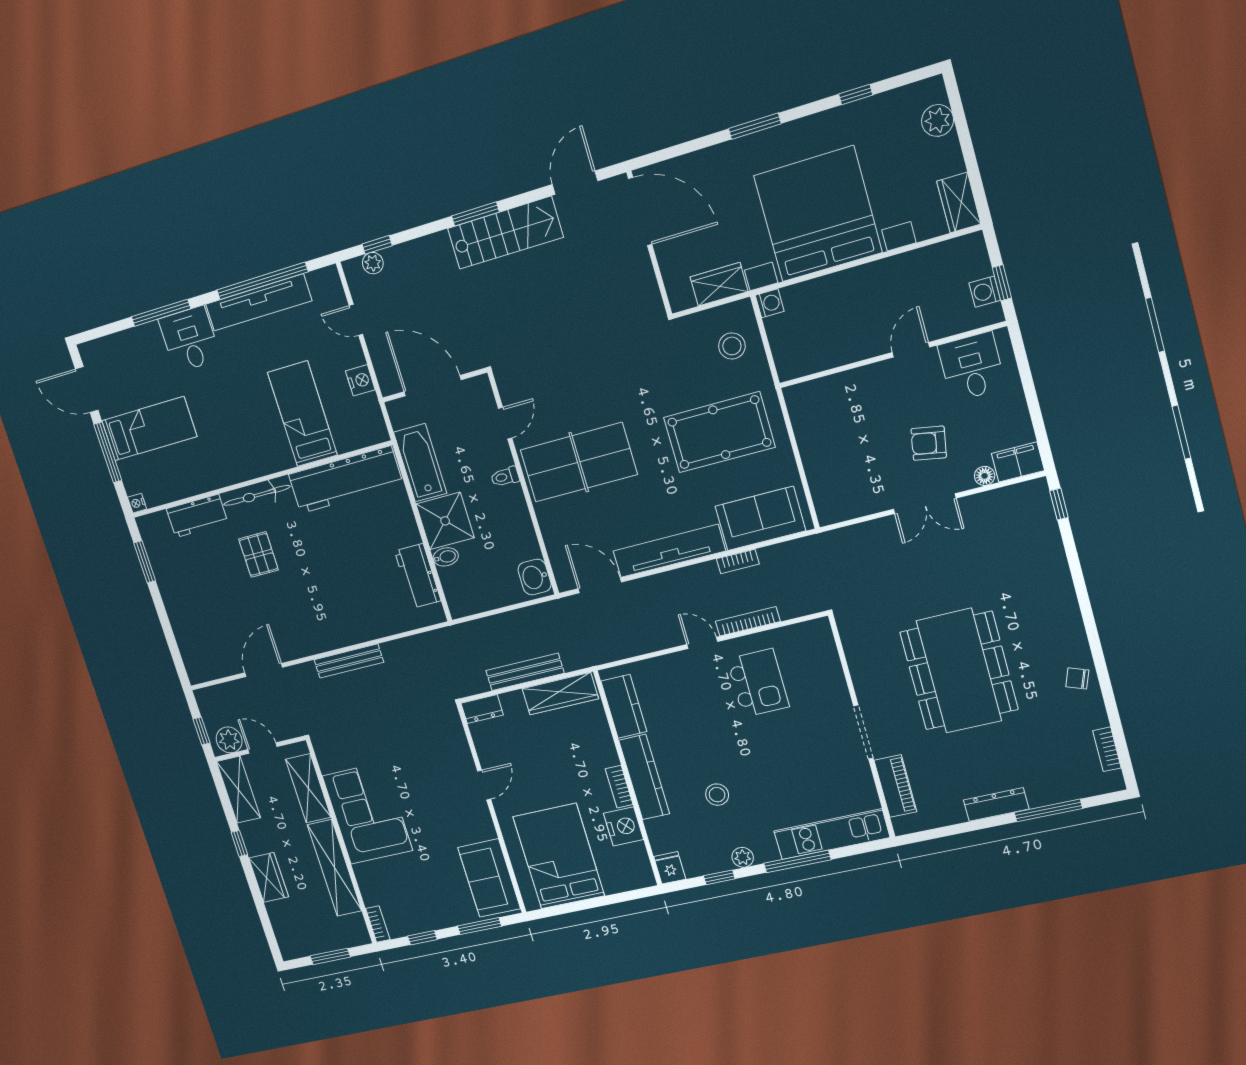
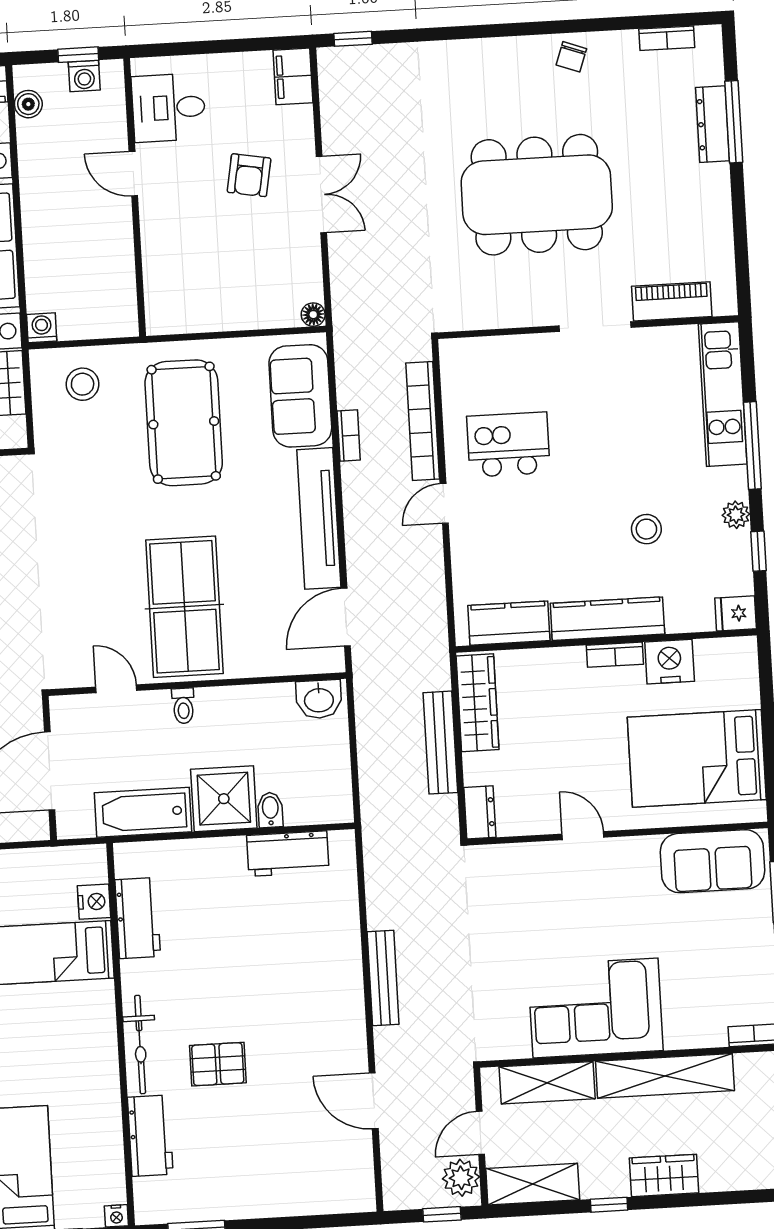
boiler: (952, 251) -> (28, 104), added
nightstand: (360, 380) -> (94, 902), moved, turned 90
floor lamp: (985, 476) -> (313, 315), moved
workbench: (346, 480) -> (138, 918), width x0.53, depth x0.76
bookcase: (748, 621) -> (423, 421), width x1.48, depth x1.31
dresser: (996, 804) -> (712, 124), moved

